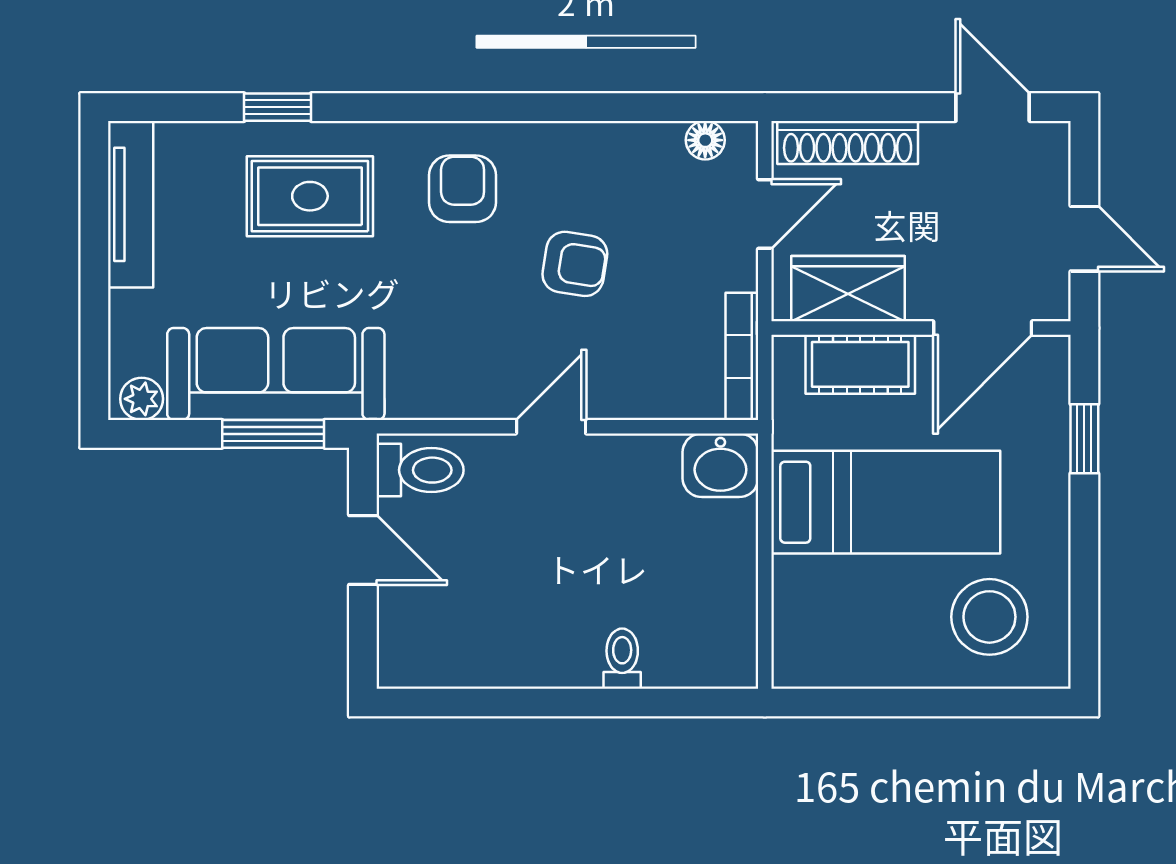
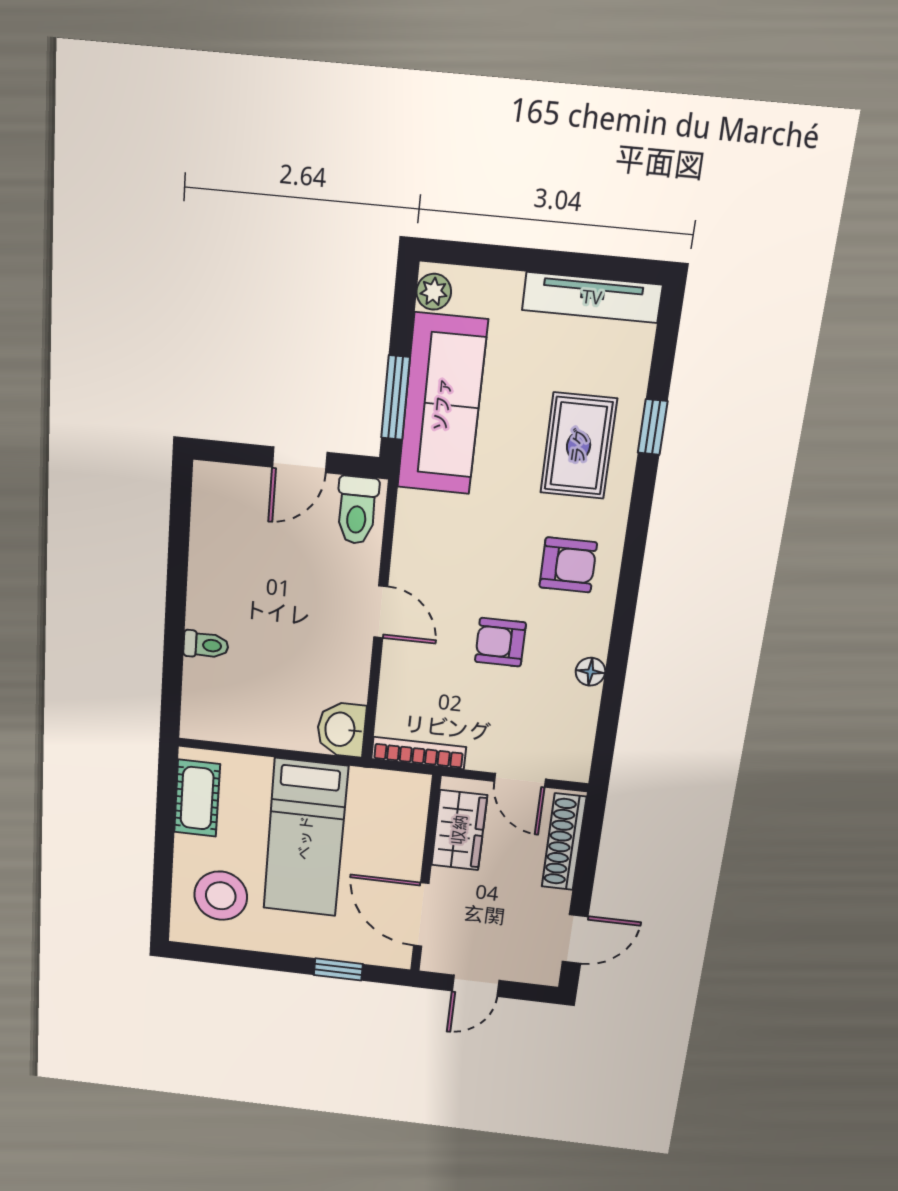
floor lamp: (705, 140) -> (590, 672), moved
armchair: (575, 264) -> (500, 642), turned 81
cot: (860, 364) -> (197, 798), moved

